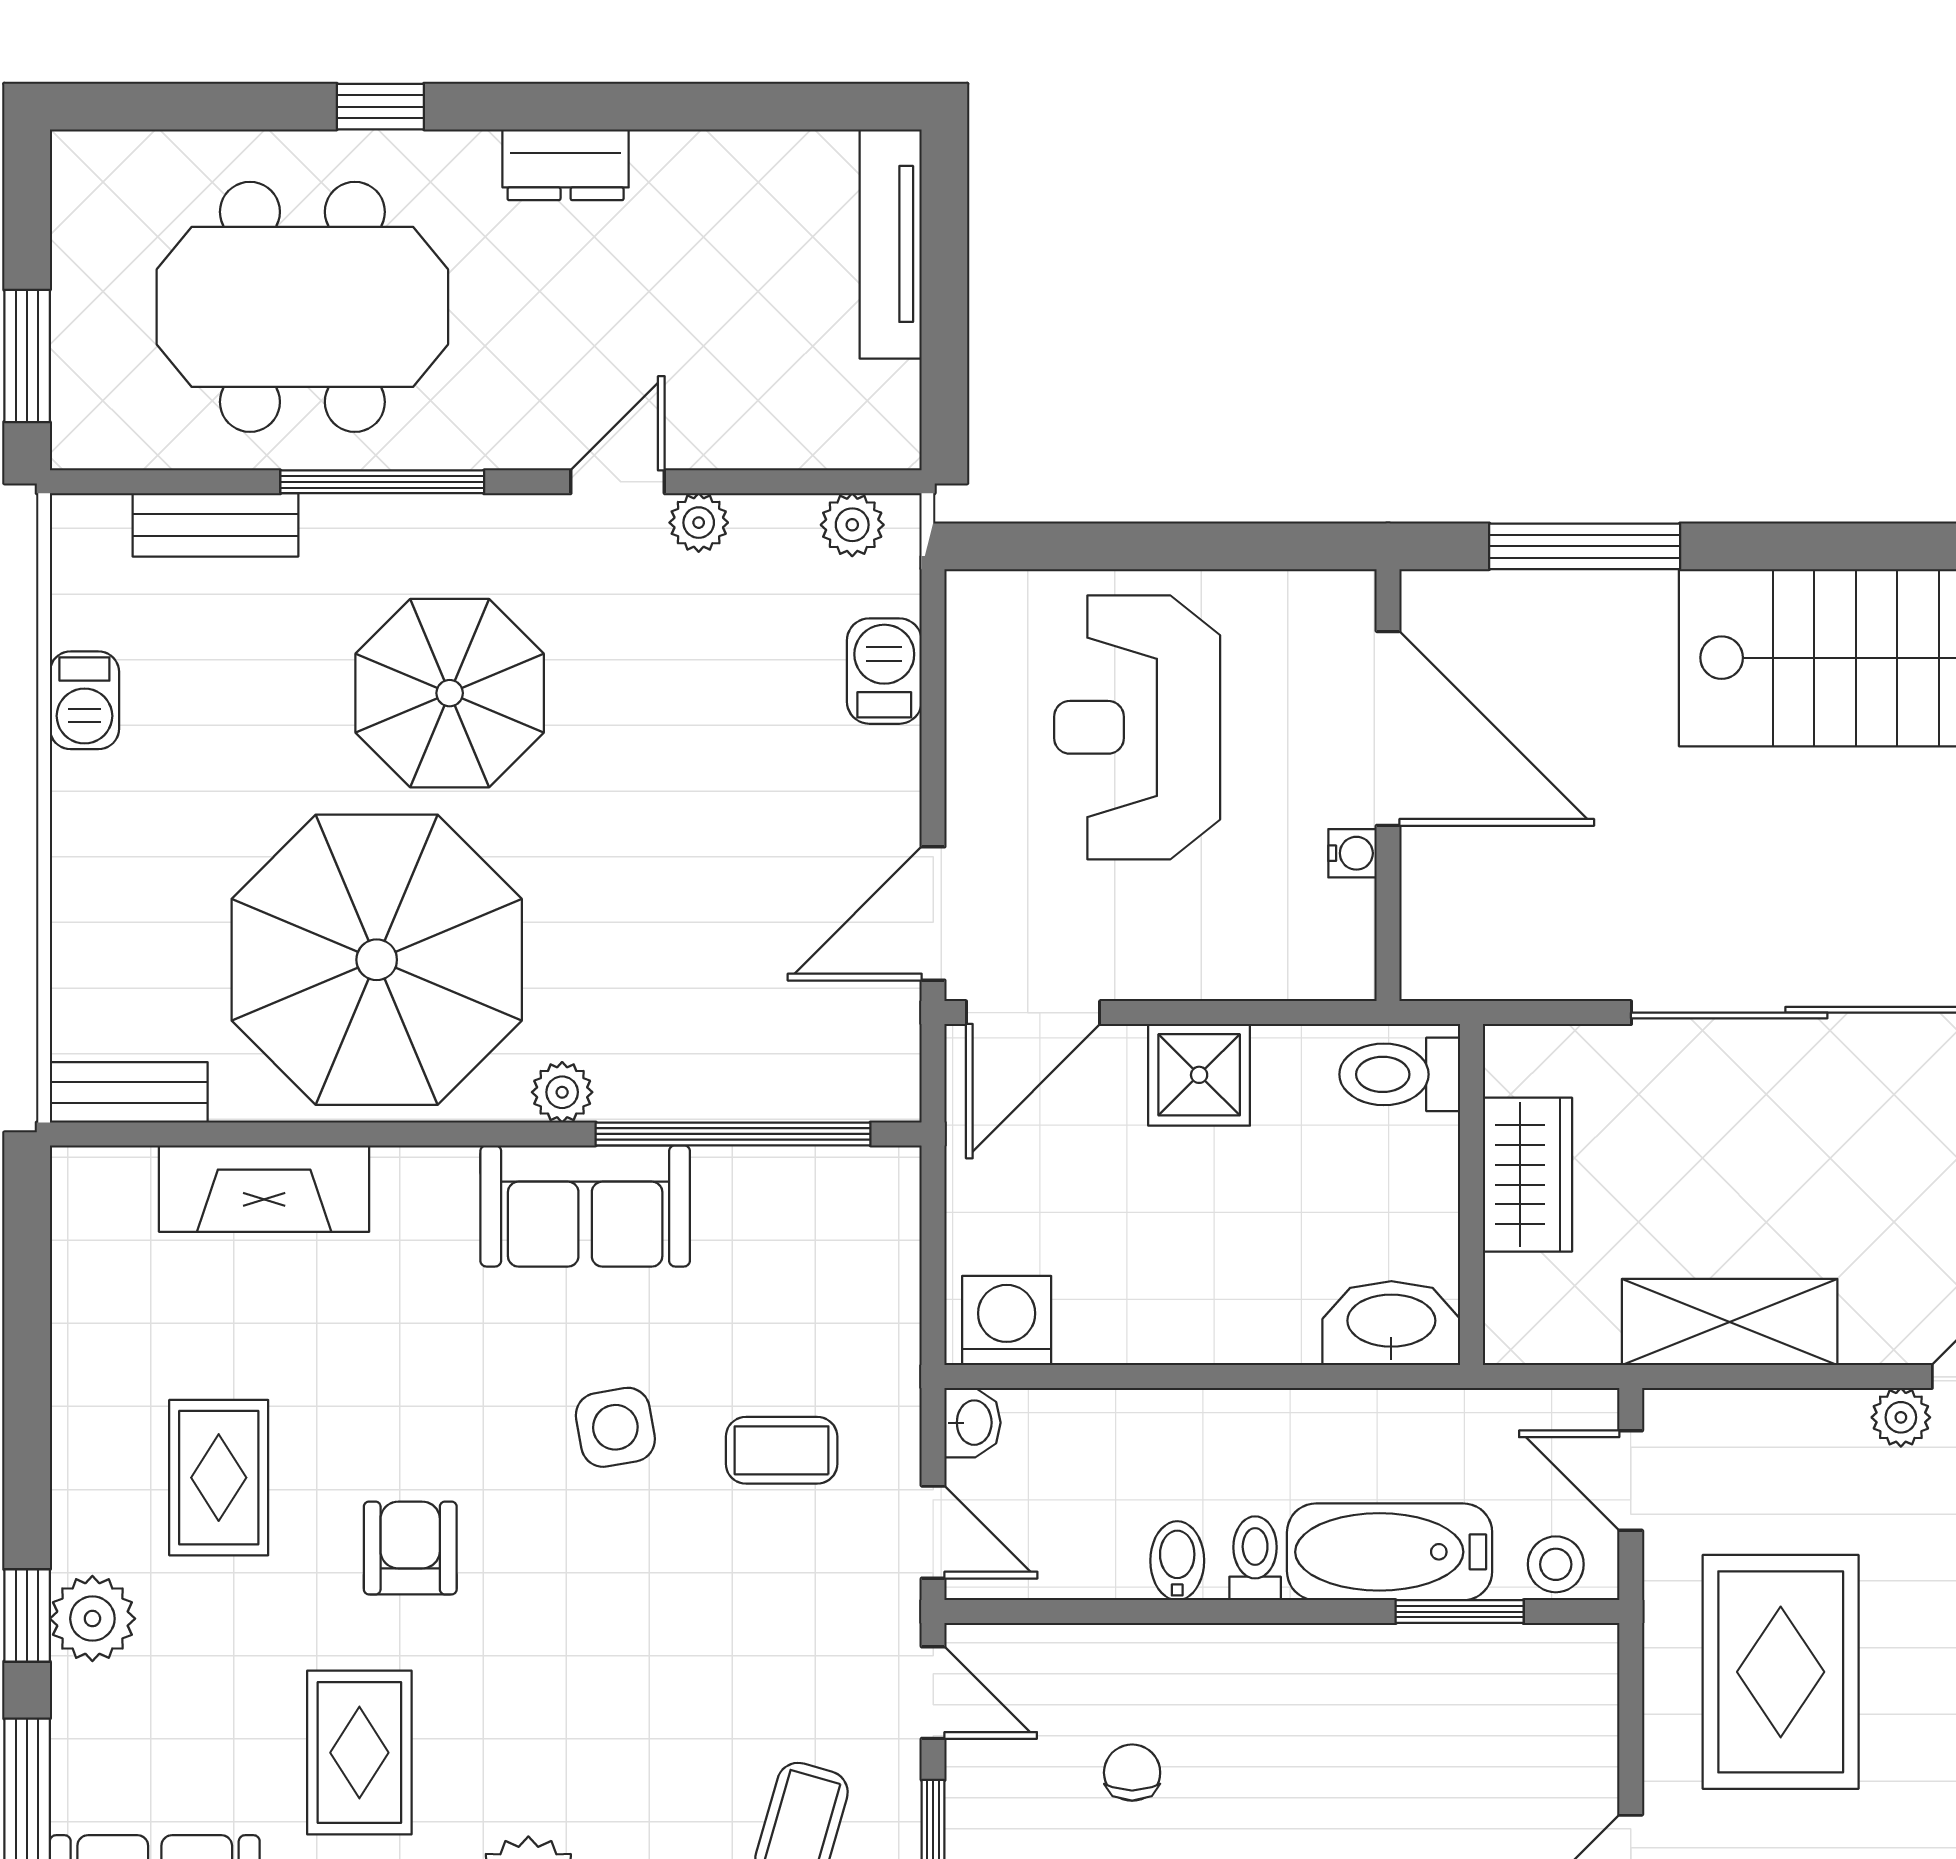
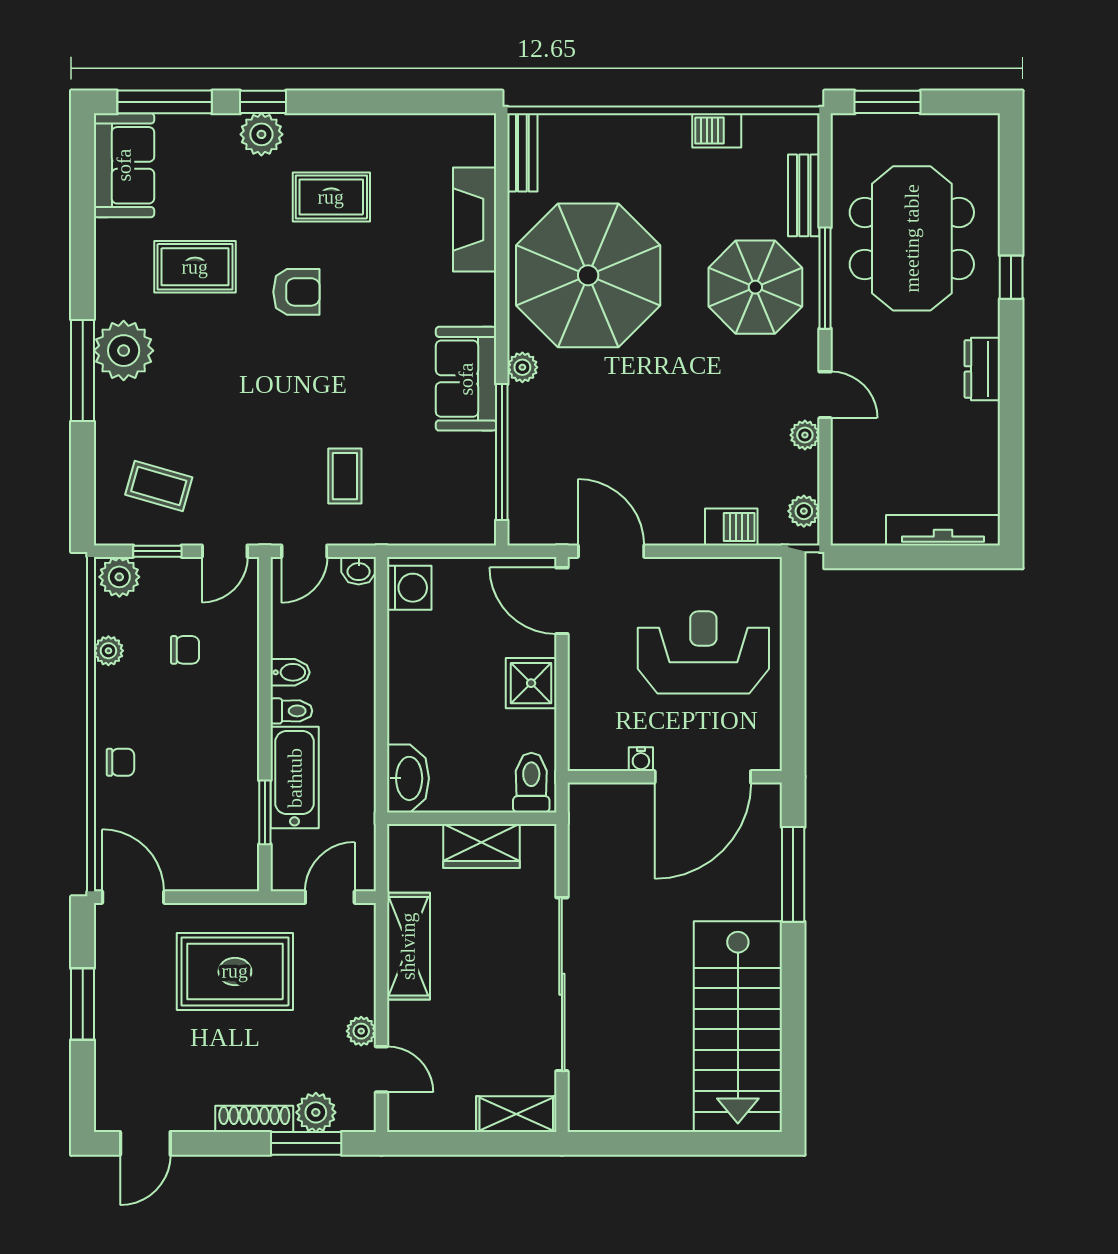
parasol: (450, 693) -> (755, 287), moved
side table: (615, 1427) -> (356, 394), removed
stool: (1556, 1564) -> (288, 860), removed

